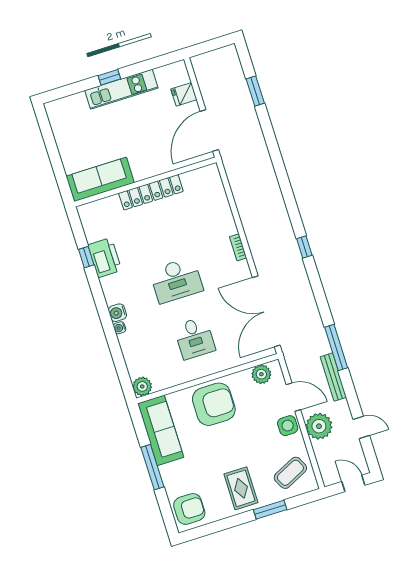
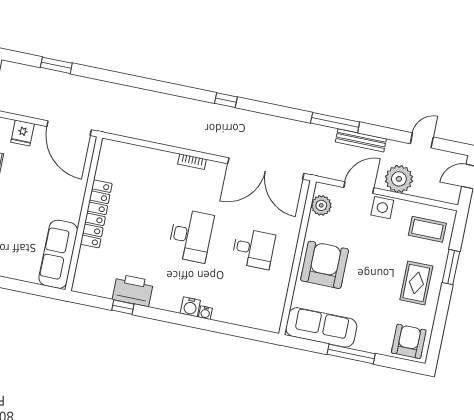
plant: (142, 386) -> (271, 322), removed
coffee table: (290, 473) -> (427, 229), turned -64
rug: (241, 488) -> (416, 283), turned 90

